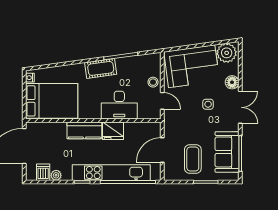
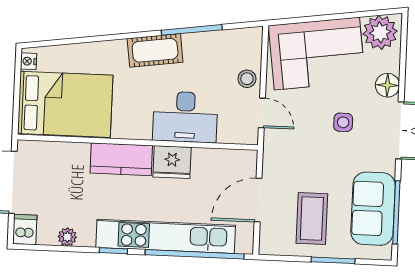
dishwasher: (43, 172) -> (25, 230), moved

